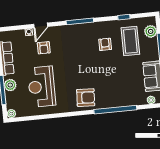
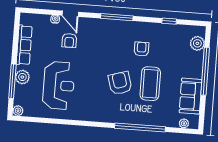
door: (41, 25) -> (70, 14), hinge flipped
coffee table: (130, 41) -> (150, 84), moved
reception desk: (42, 87) -> (59, 85), turned 180
armchair: (86, 98) -> (120, 83), moved, turned -110

